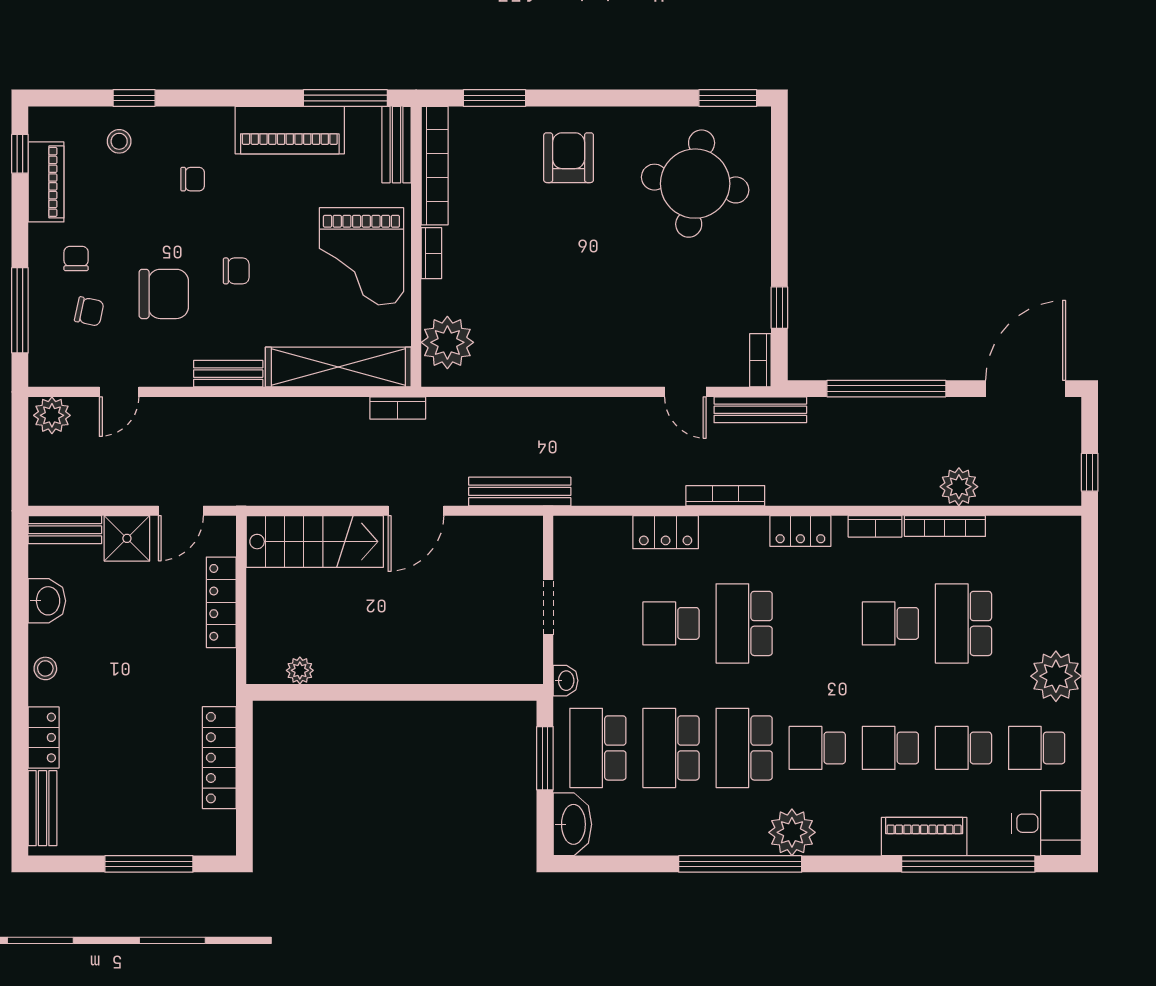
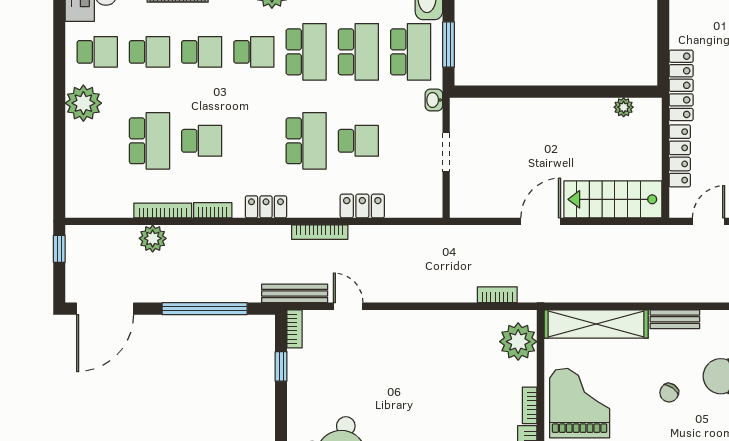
chair: (236, 271) -> (669, 393), turned -54
bookcase: (398, 408) -> (497, 295), moved
bench: (520, 491) -> (466, 235), removed
locker: (219, 758) -> (681, 85), moved

